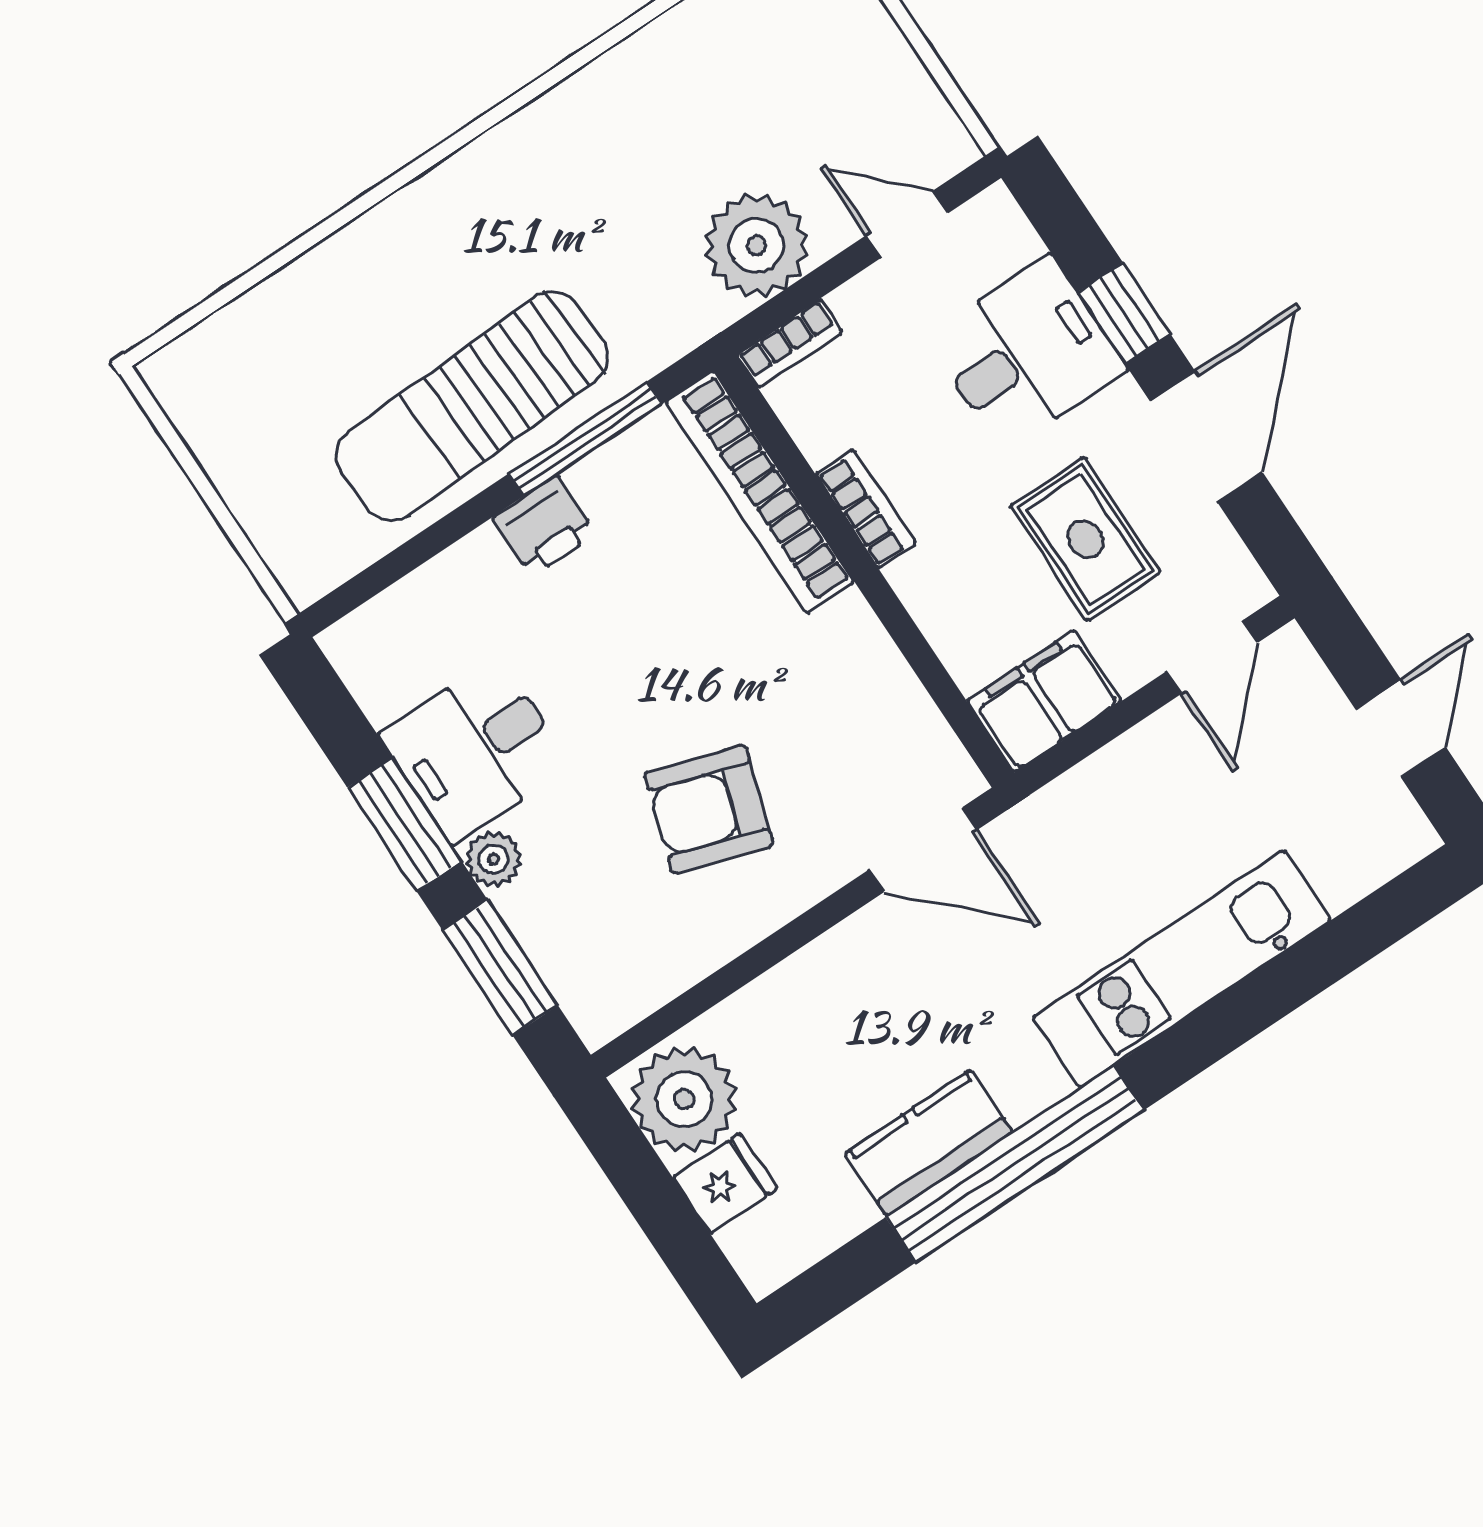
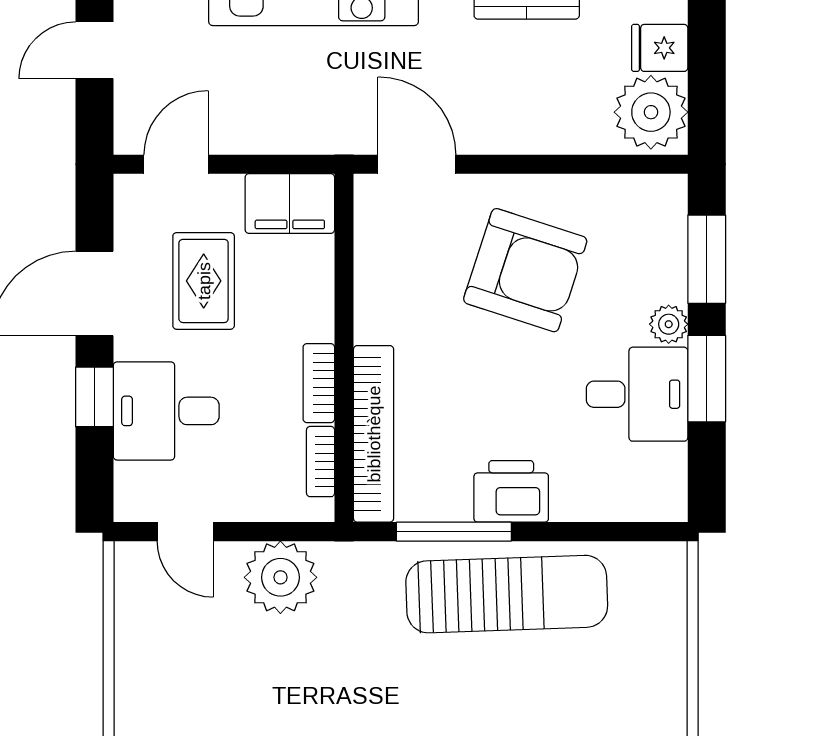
bookcase: (789, 344) -> (321, 462), moved, turned -90
printer: (544, 526) -> (511, 491), width x1.36, depth x1.24
armchair: (709, 809) -> (525, 270), width x1.36, depth x1.36

